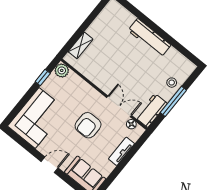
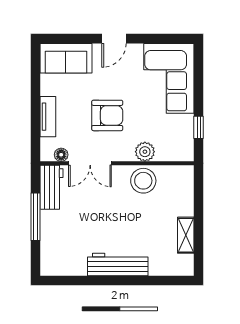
shelving: (81, 45) -> (186, 235), moved
plant: (62, 70) -> (145, 152), moved
stool: (172, 83) -> (143, 181), moved, width x1.89, depth x1.89
armchair: (88, 125) -> (107, 115), turned 90

